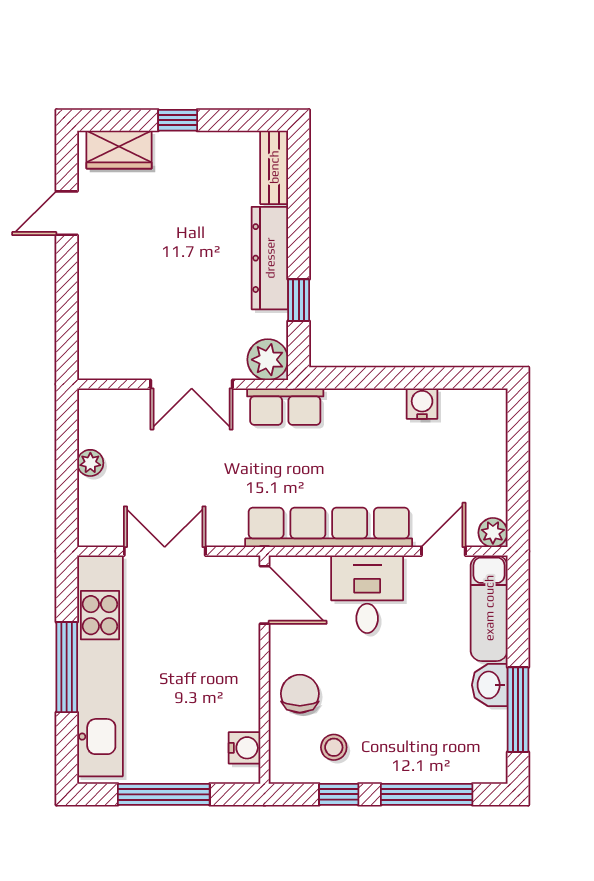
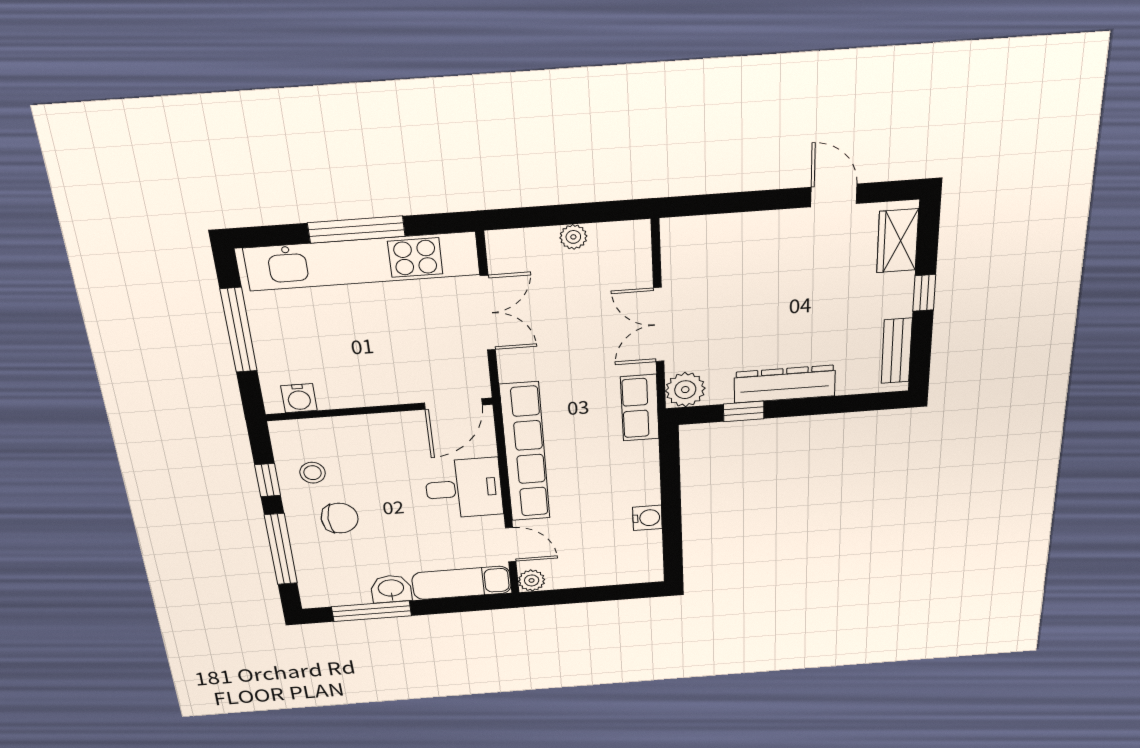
bench: (274, 167) -> (897, 351), moved, turned 90
chair: (300, 694) -> (340, 518), moved

